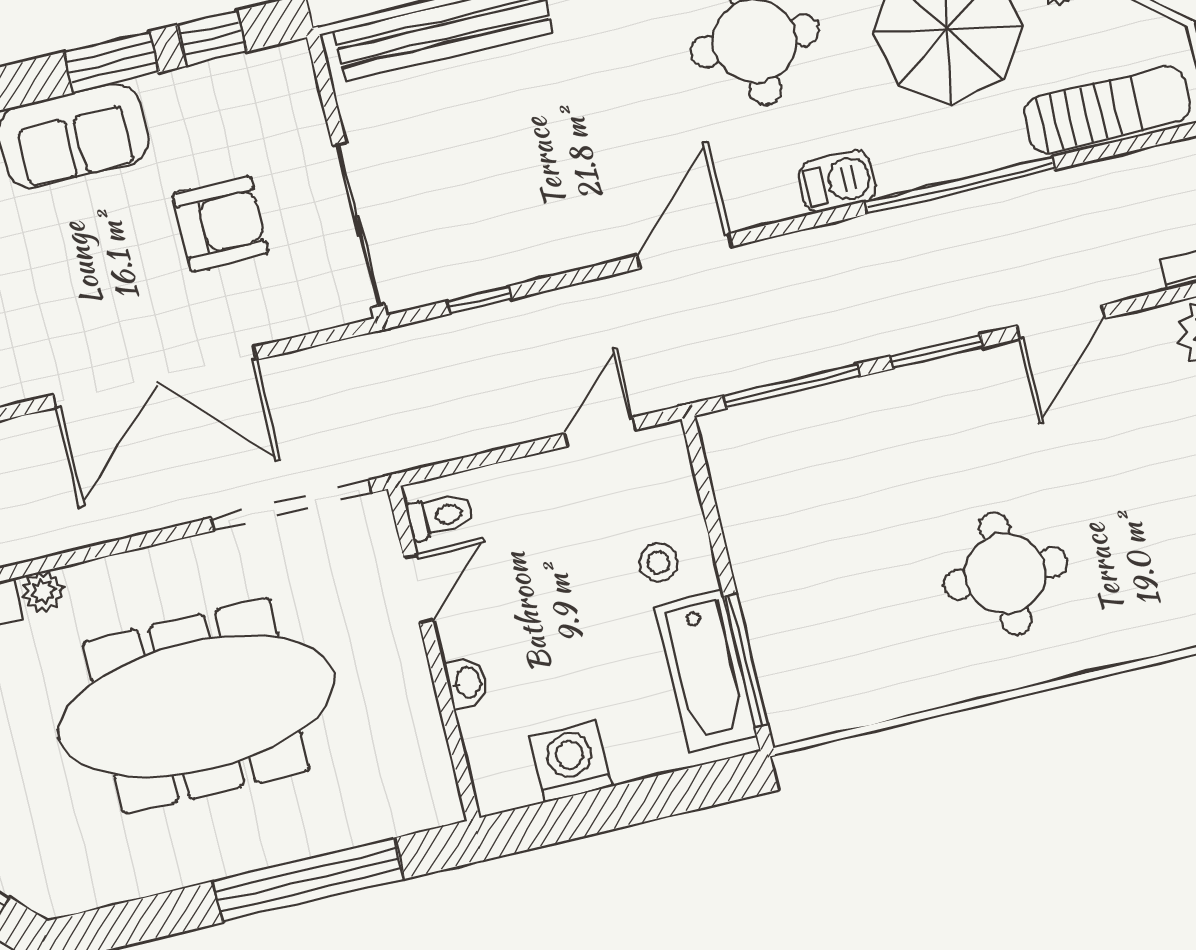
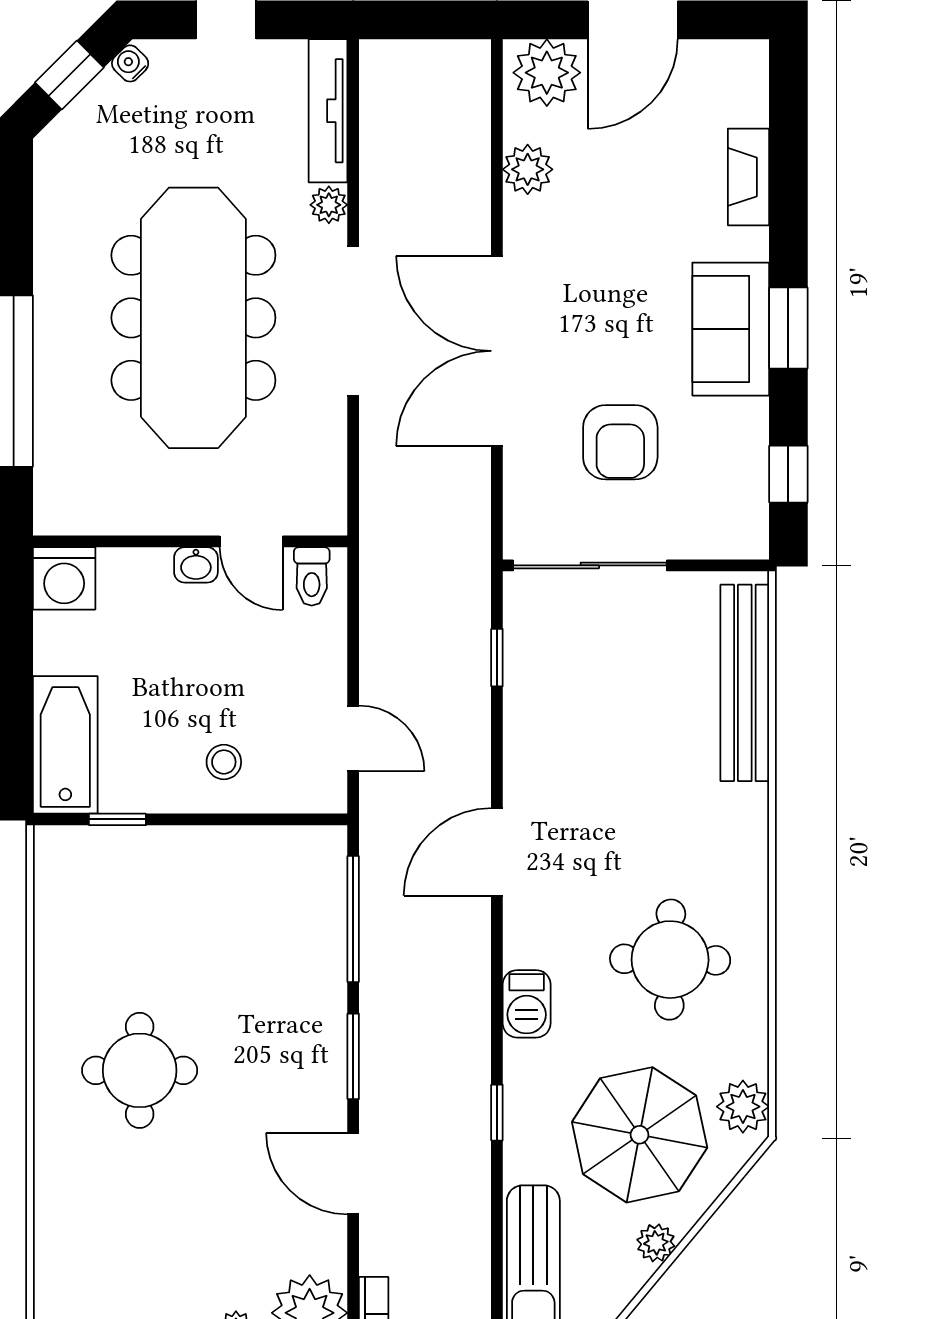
window: (111, 62) -> (788, 328), moved
window: (960, 185) -> (497, 1113), width x0.32
door: (684, 251) -> (497, 852), swing flipped
doorway: (291, 505) -> (353, 321), moved
window: (746, 660) -> (117, 819), width x0.46
bathtub: (706, 671) -> (65, 745), moved, turned 90
washbasin: (467, 683) -> (196, 565), moved
washing machine: (571, 761) -> (64, 578), moved, turned 90

